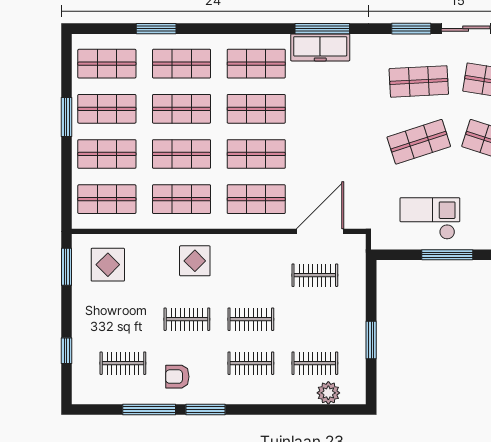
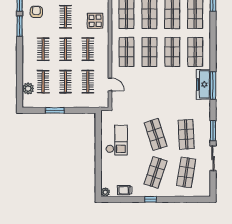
door: (320, 231) -> (110, 84), width x0.53
window: (447, 255) -> (98, 149), removed
clothes rail: (251, 275) -> (88, 49), added
clothes rail: (315, 319) -> (65, 82), added

